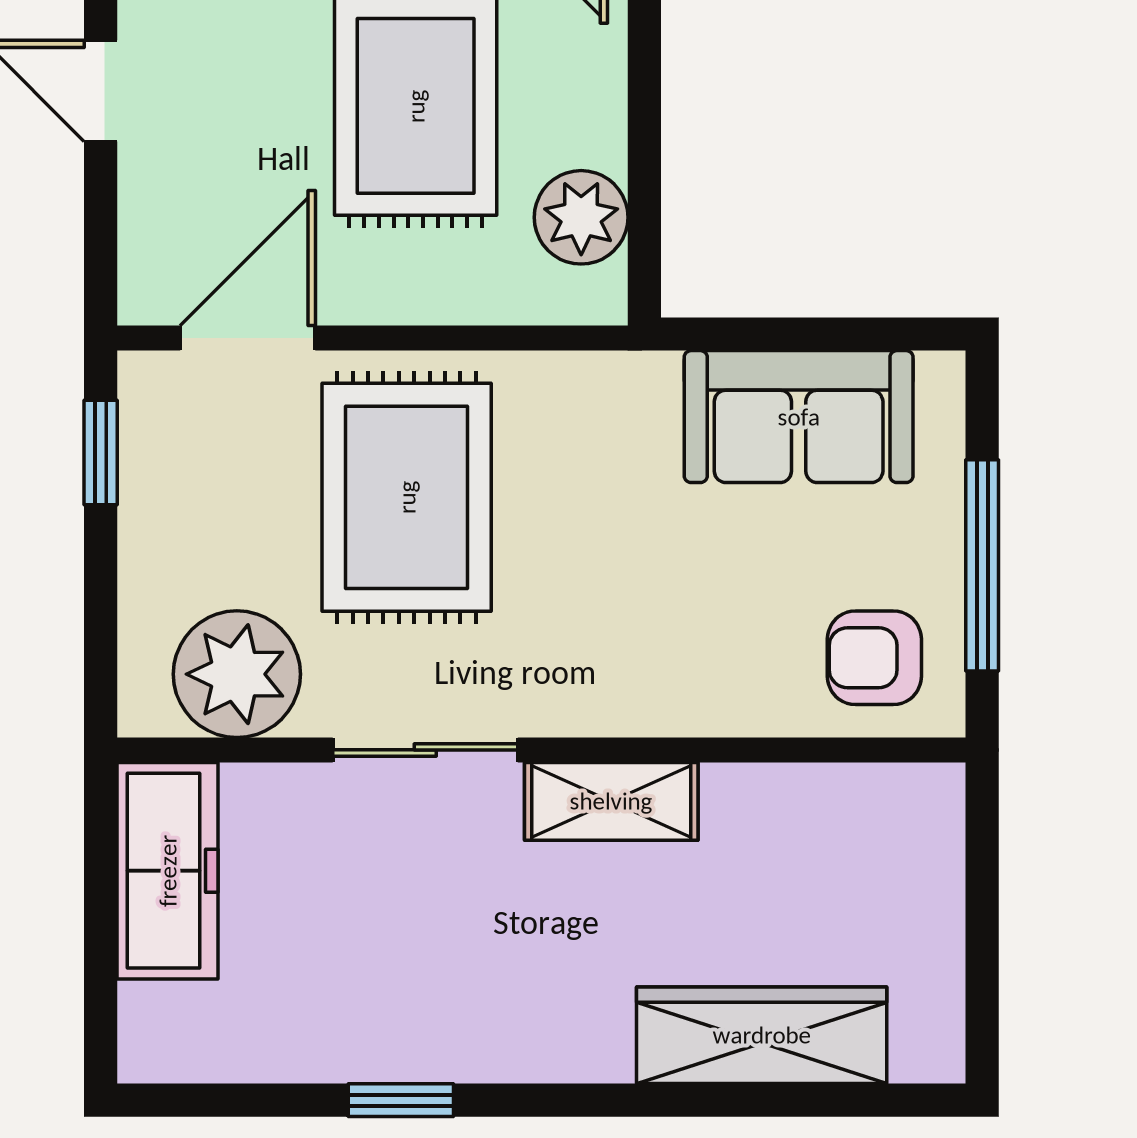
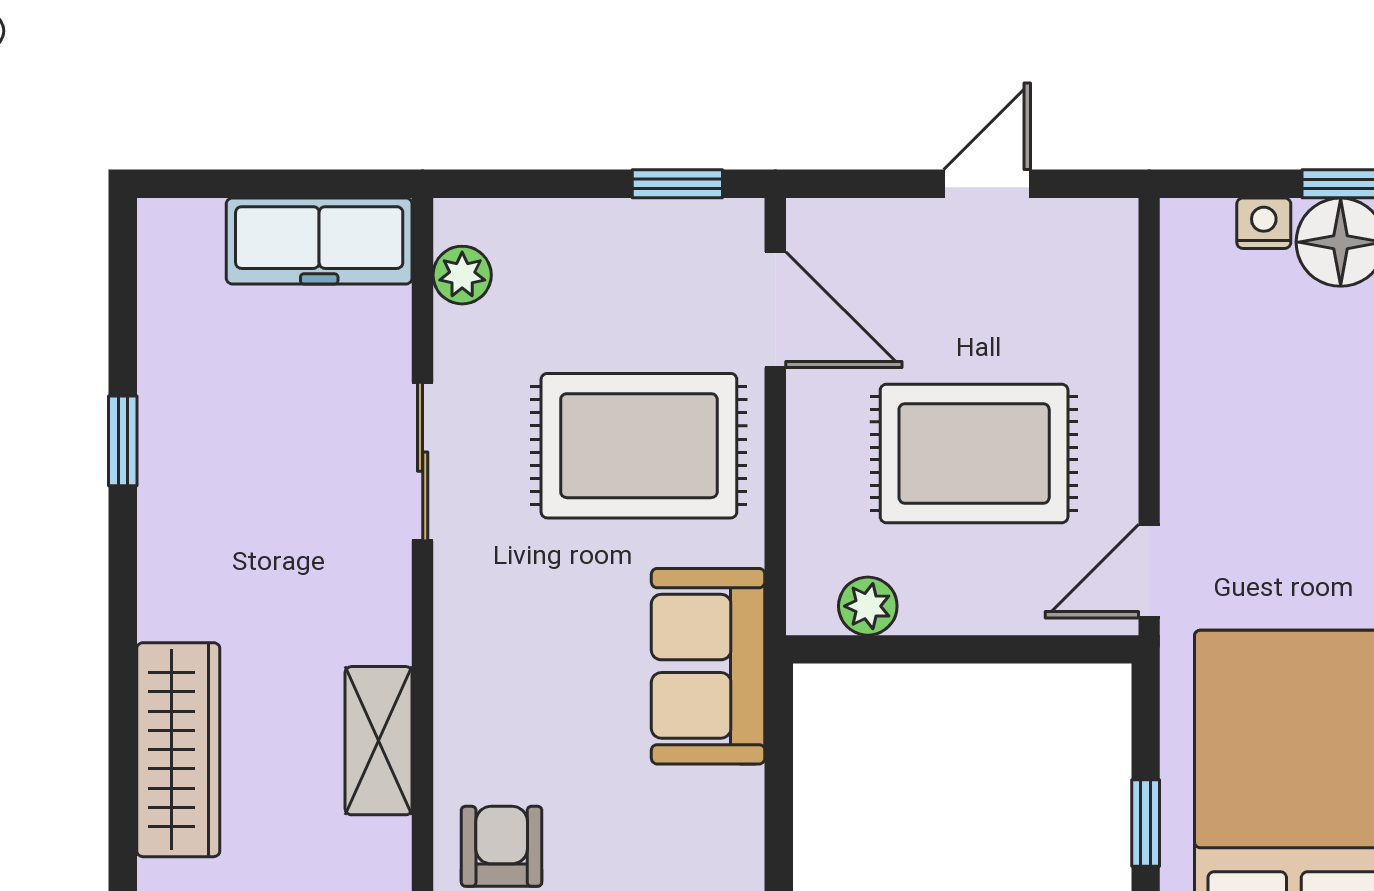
plant: (581, 217) -> (868, 606), width x0.73, depth x0.73
sofa: (799, 417) -> (708, 666), moved
plant: (237, 674) -> (462, 275), width x0.53, depth x0.53
shelving: (611, 801) -> (379, 741), moved

